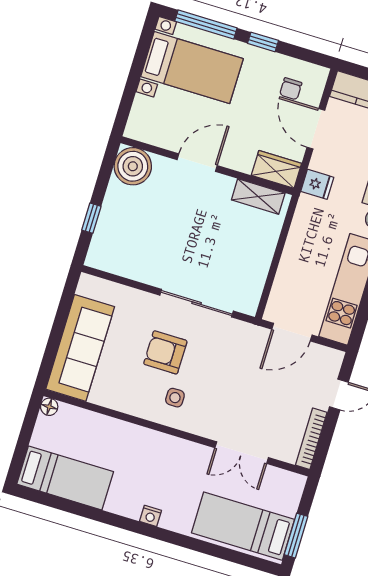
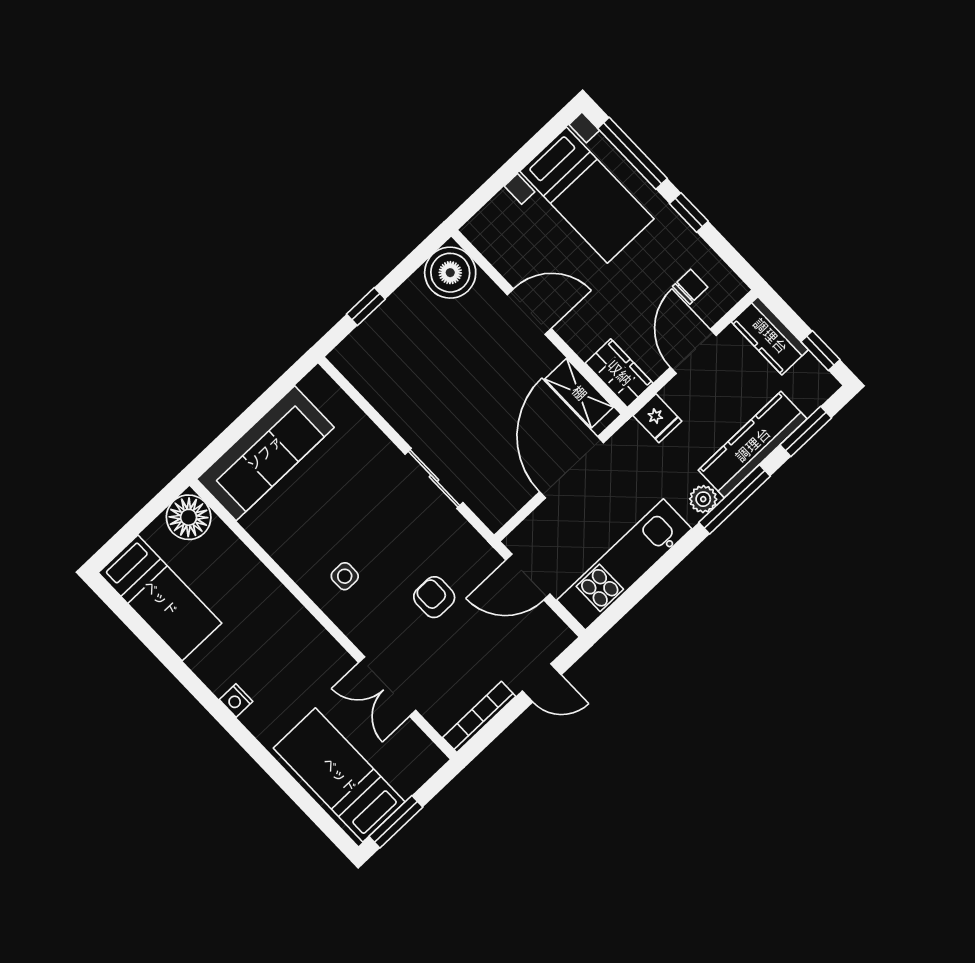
chair: (291, 89) -> (690, 287), turned 180
door: (280, 246) -> (572, 467), added
sliding door: (197, 303) -> (434, 478), width x0.73
armchair: (165, 352) -> (434, 597), moved, width x0.72, depth x0.72
floor lamp: (49, 407) -> (189, 517), width x1.89, depth x1.89

